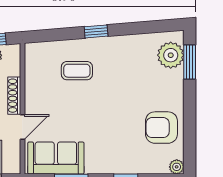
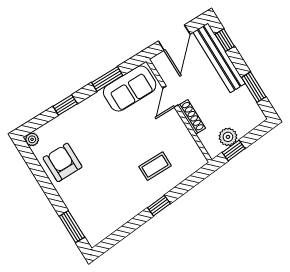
plant: (171, 55) -> (90, 223), removed
armchair: (161, 128) -> (63, 162), turned -90

